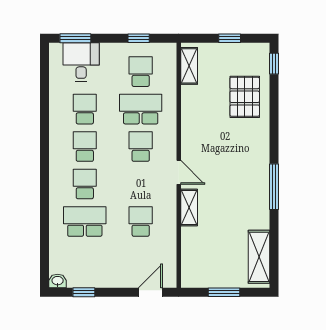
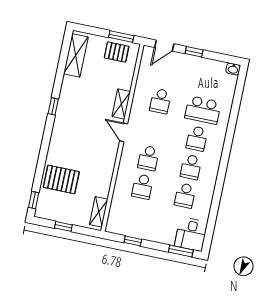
desk: (81, 62) -> (191, 234), moved
school desk: (141, 72) -> (137, 215), removed
pallet: (245, 97) -> (61, 179), turned 90
school desk: (141, 109) -> (142, 187), width x0.54
window: (274, 187) -> (53, 106), width x0.46
pallet: (209, 272) -> (117, 52), added
window: (84, 292) -> (194, 52), moved
window: (224, 292) -> (121, 37), moved

